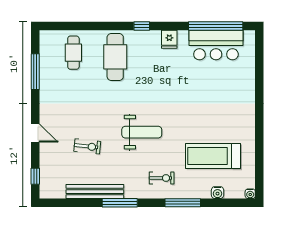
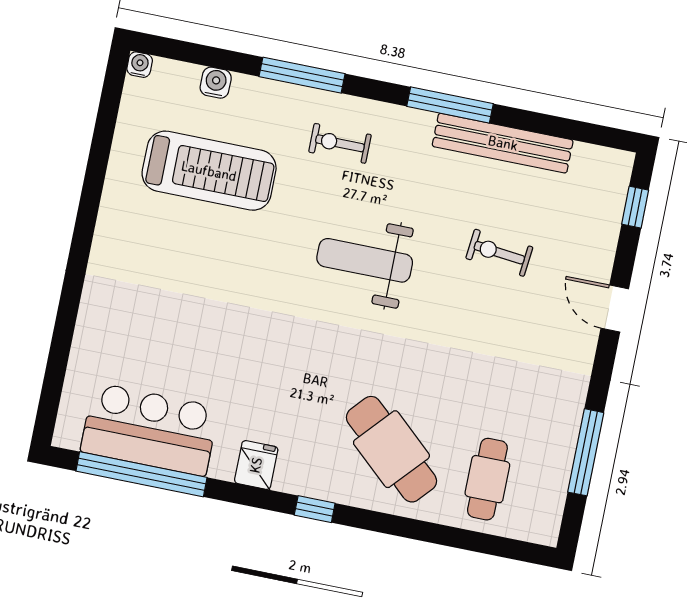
cafe table: (115, 57) -> (391, 449), turned -48

